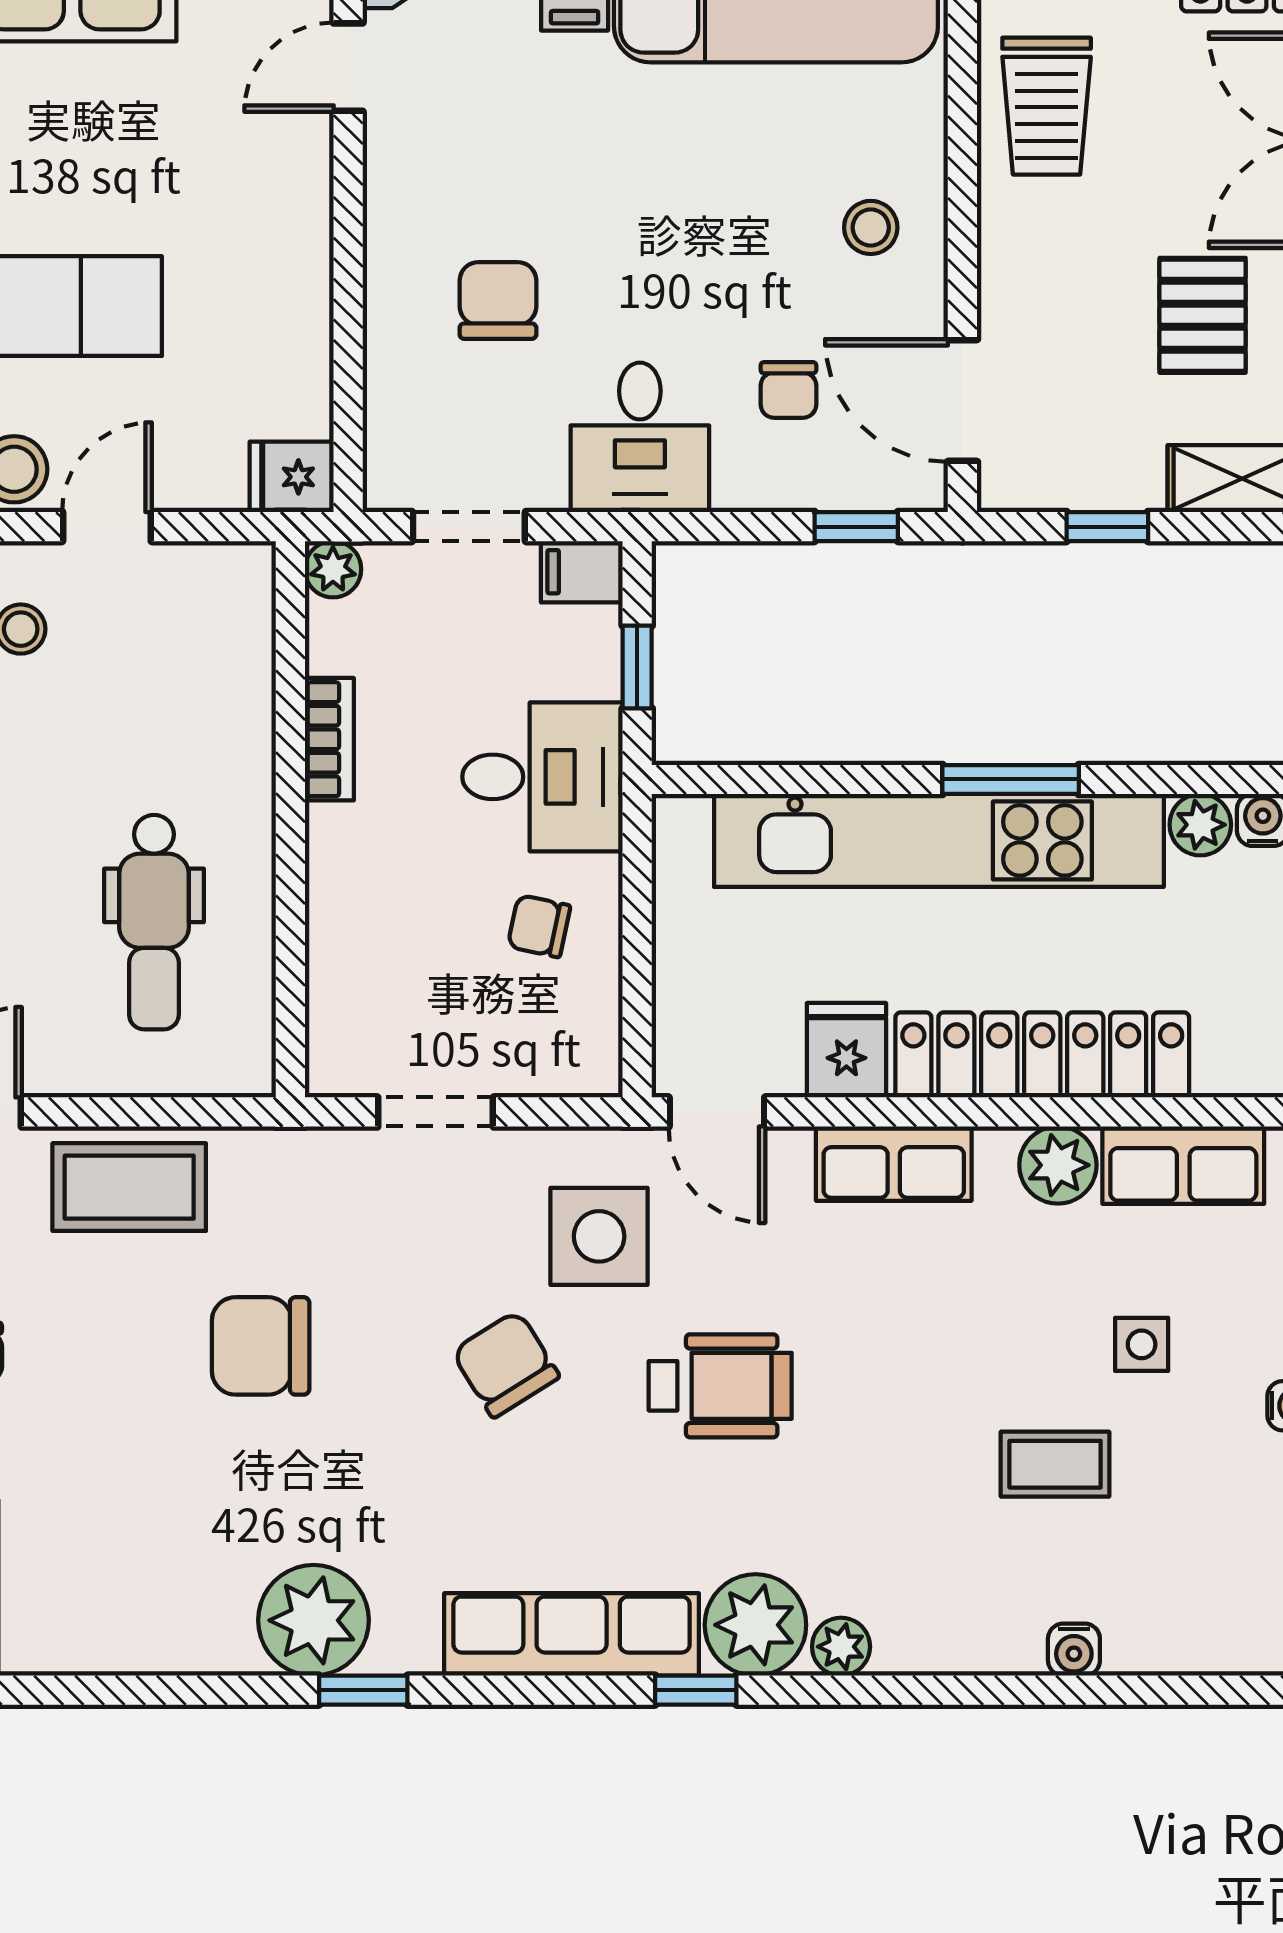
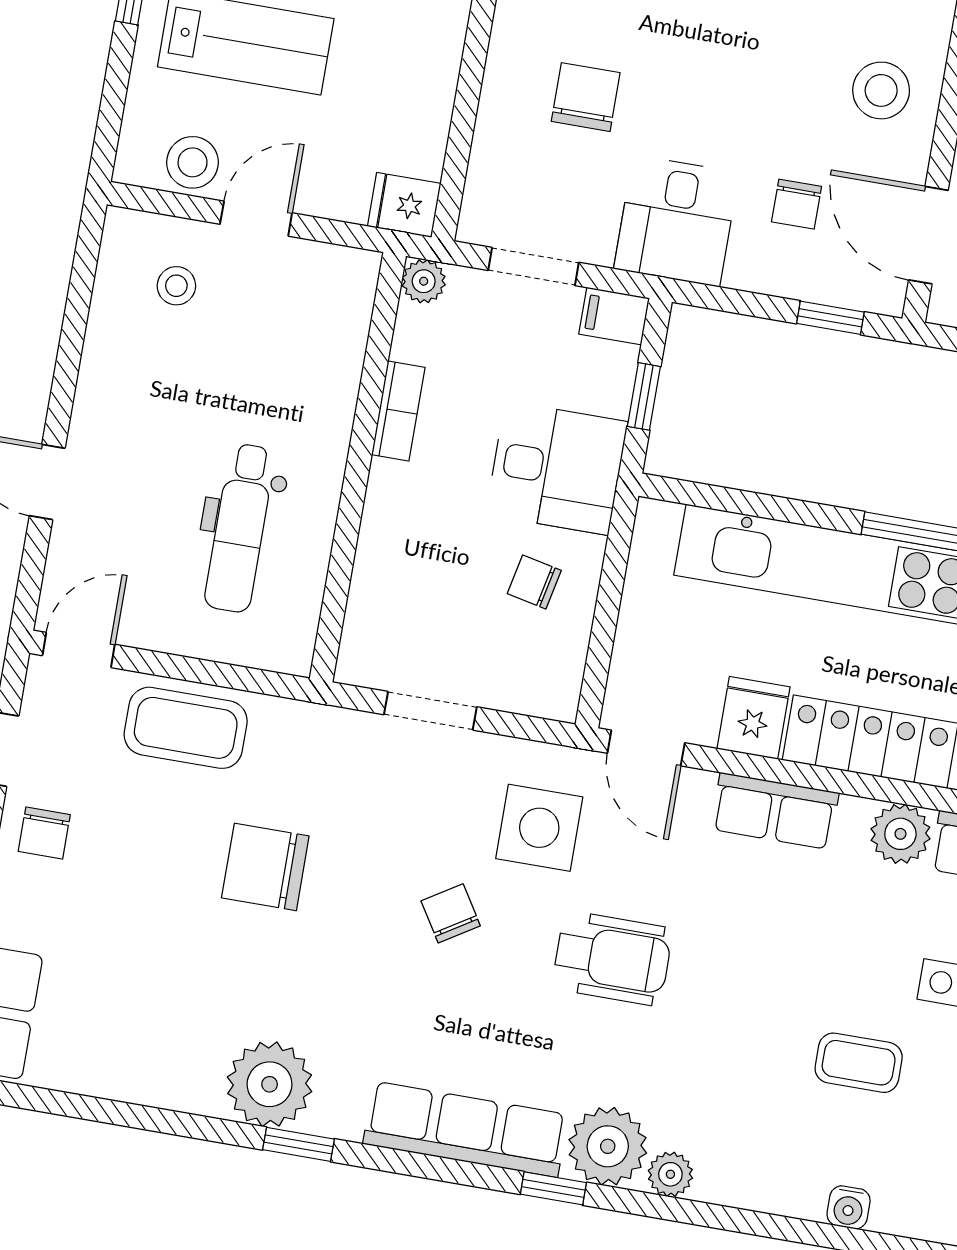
stool: (871, 227) -> (881, 90), width x1.37, depth x1.37
chair: (506, 1364) -> (451, 913), width x0.73, depth x0.73

